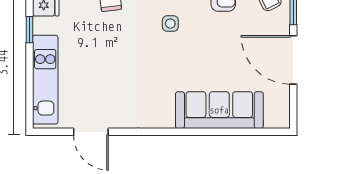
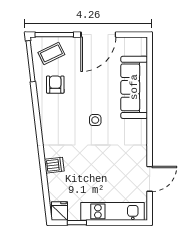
side table: (170, 24) -> (95, 120), moved

